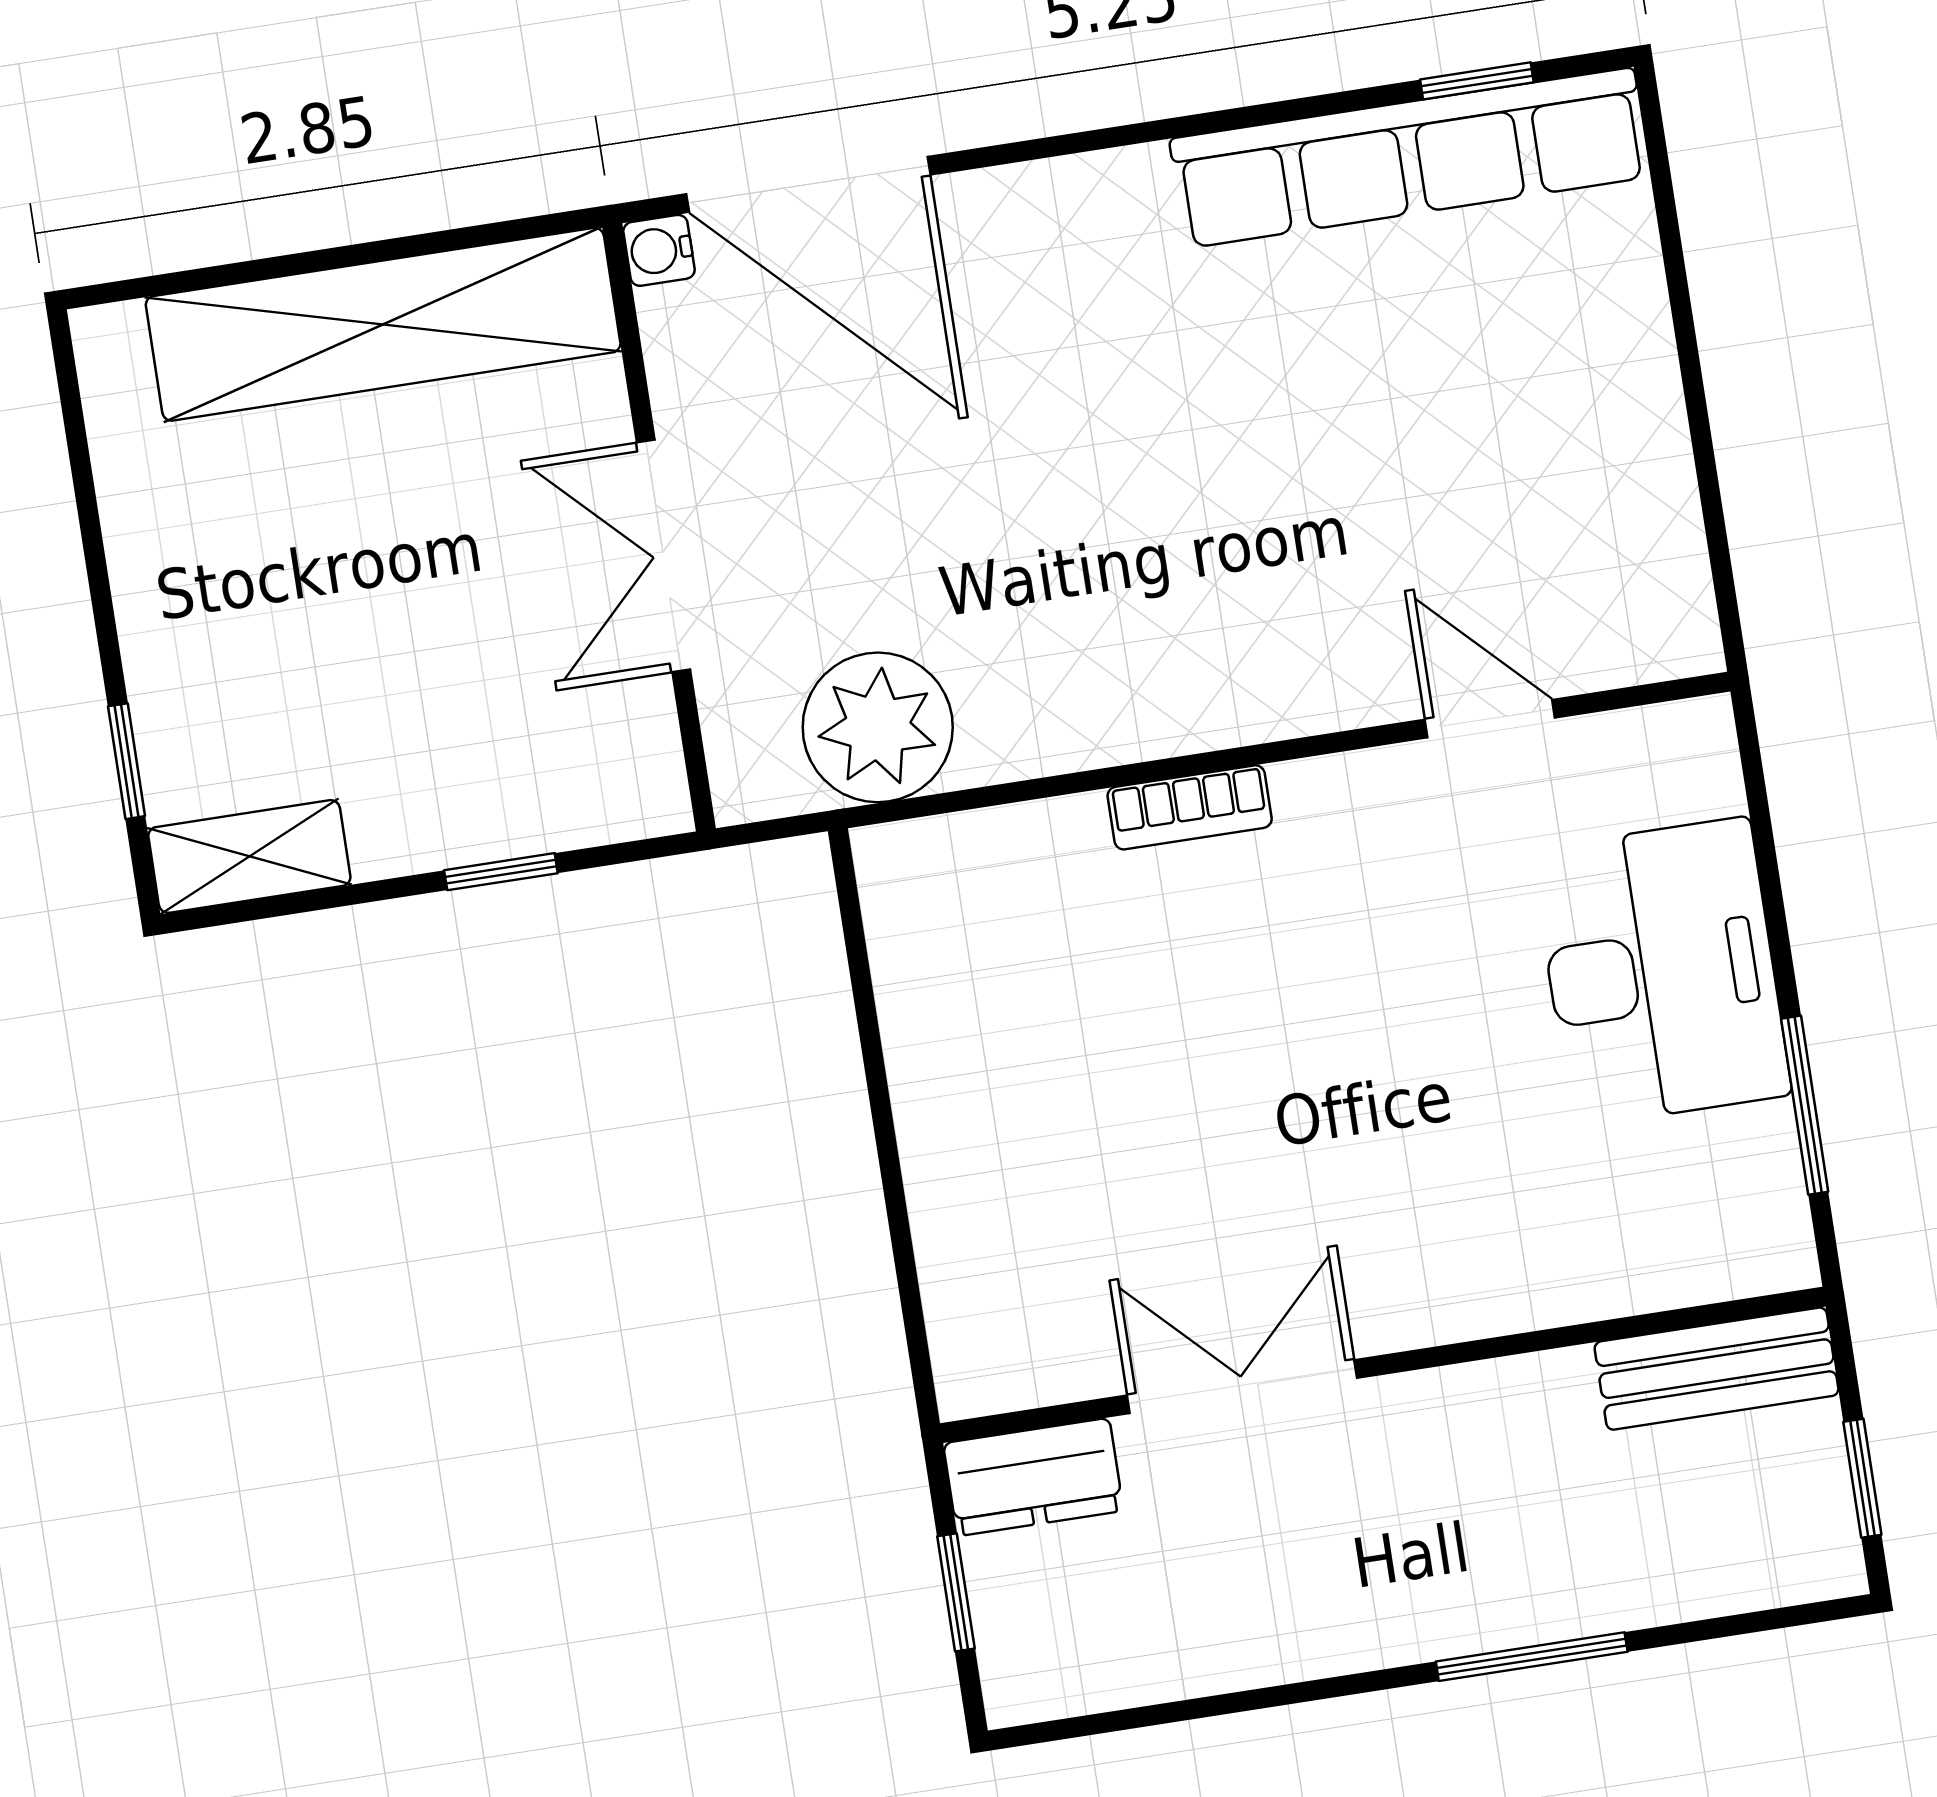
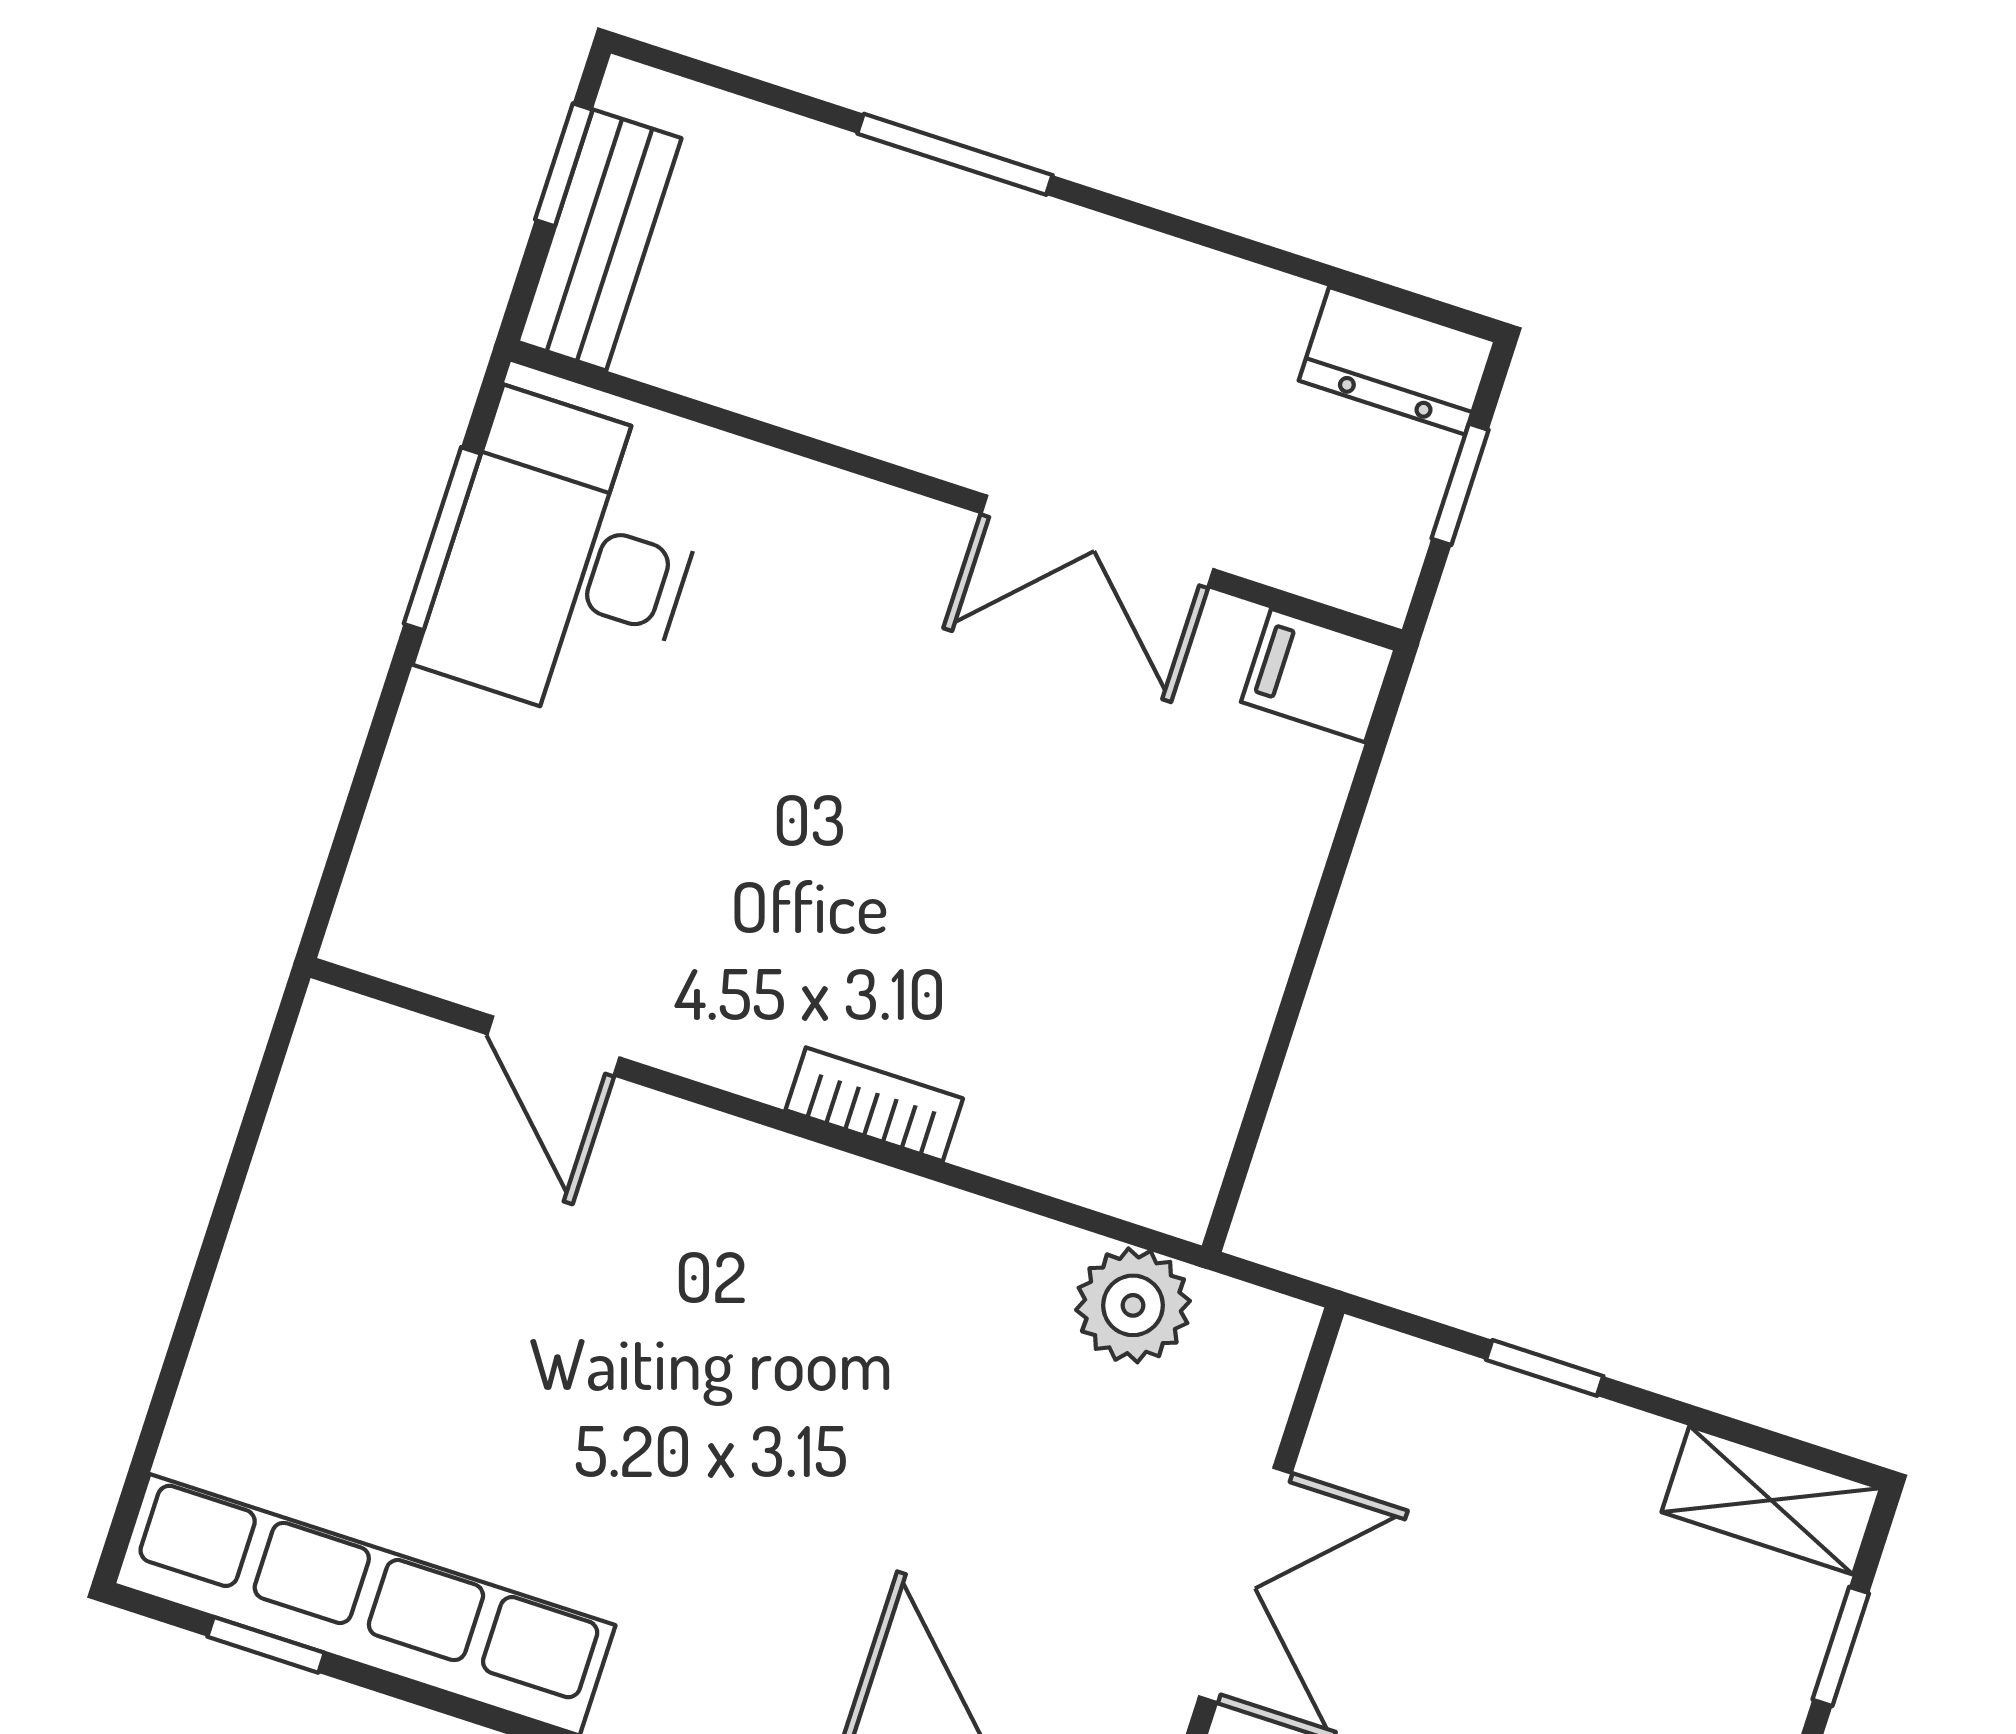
plant: (878, 727) -> (1133, 1305), width x0.73, depth x0.73
desk: (1661, 972) -> (568, 560), moved
filing cabinet: (995, 1367) -> (1318, 676), added
bench: (1717, 1369) -> (599, 240), moved, turned 90
dresser: (1033, 1477) -> (1397, 361), moved, turned 180

